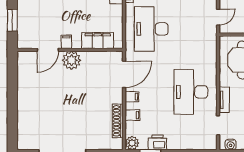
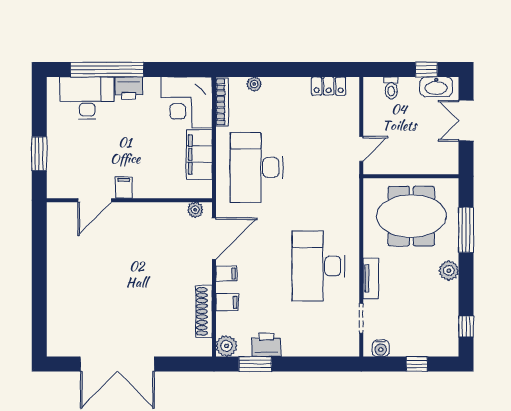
filing cabinet: (98, 41) -> (199, 154), moved, turned -90
plant: (72, 60) -> (195, 210), moved, width x0.53, depth x0.53

